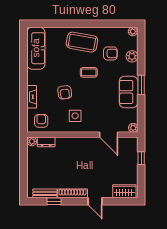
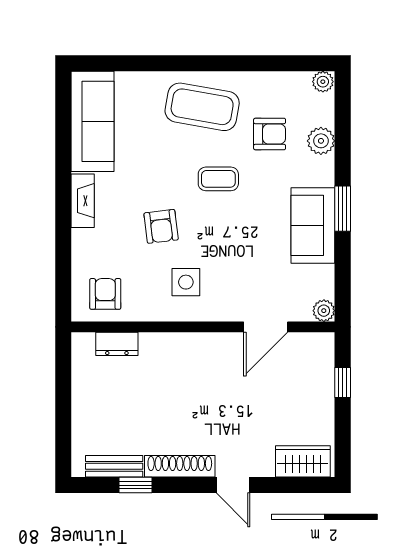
fireplace: (32, 97) -> (83, 201), moved
door: (109, 135) -> (266, 327), hinge flipped
plant: (32, 141) -> (83, 343), removed

